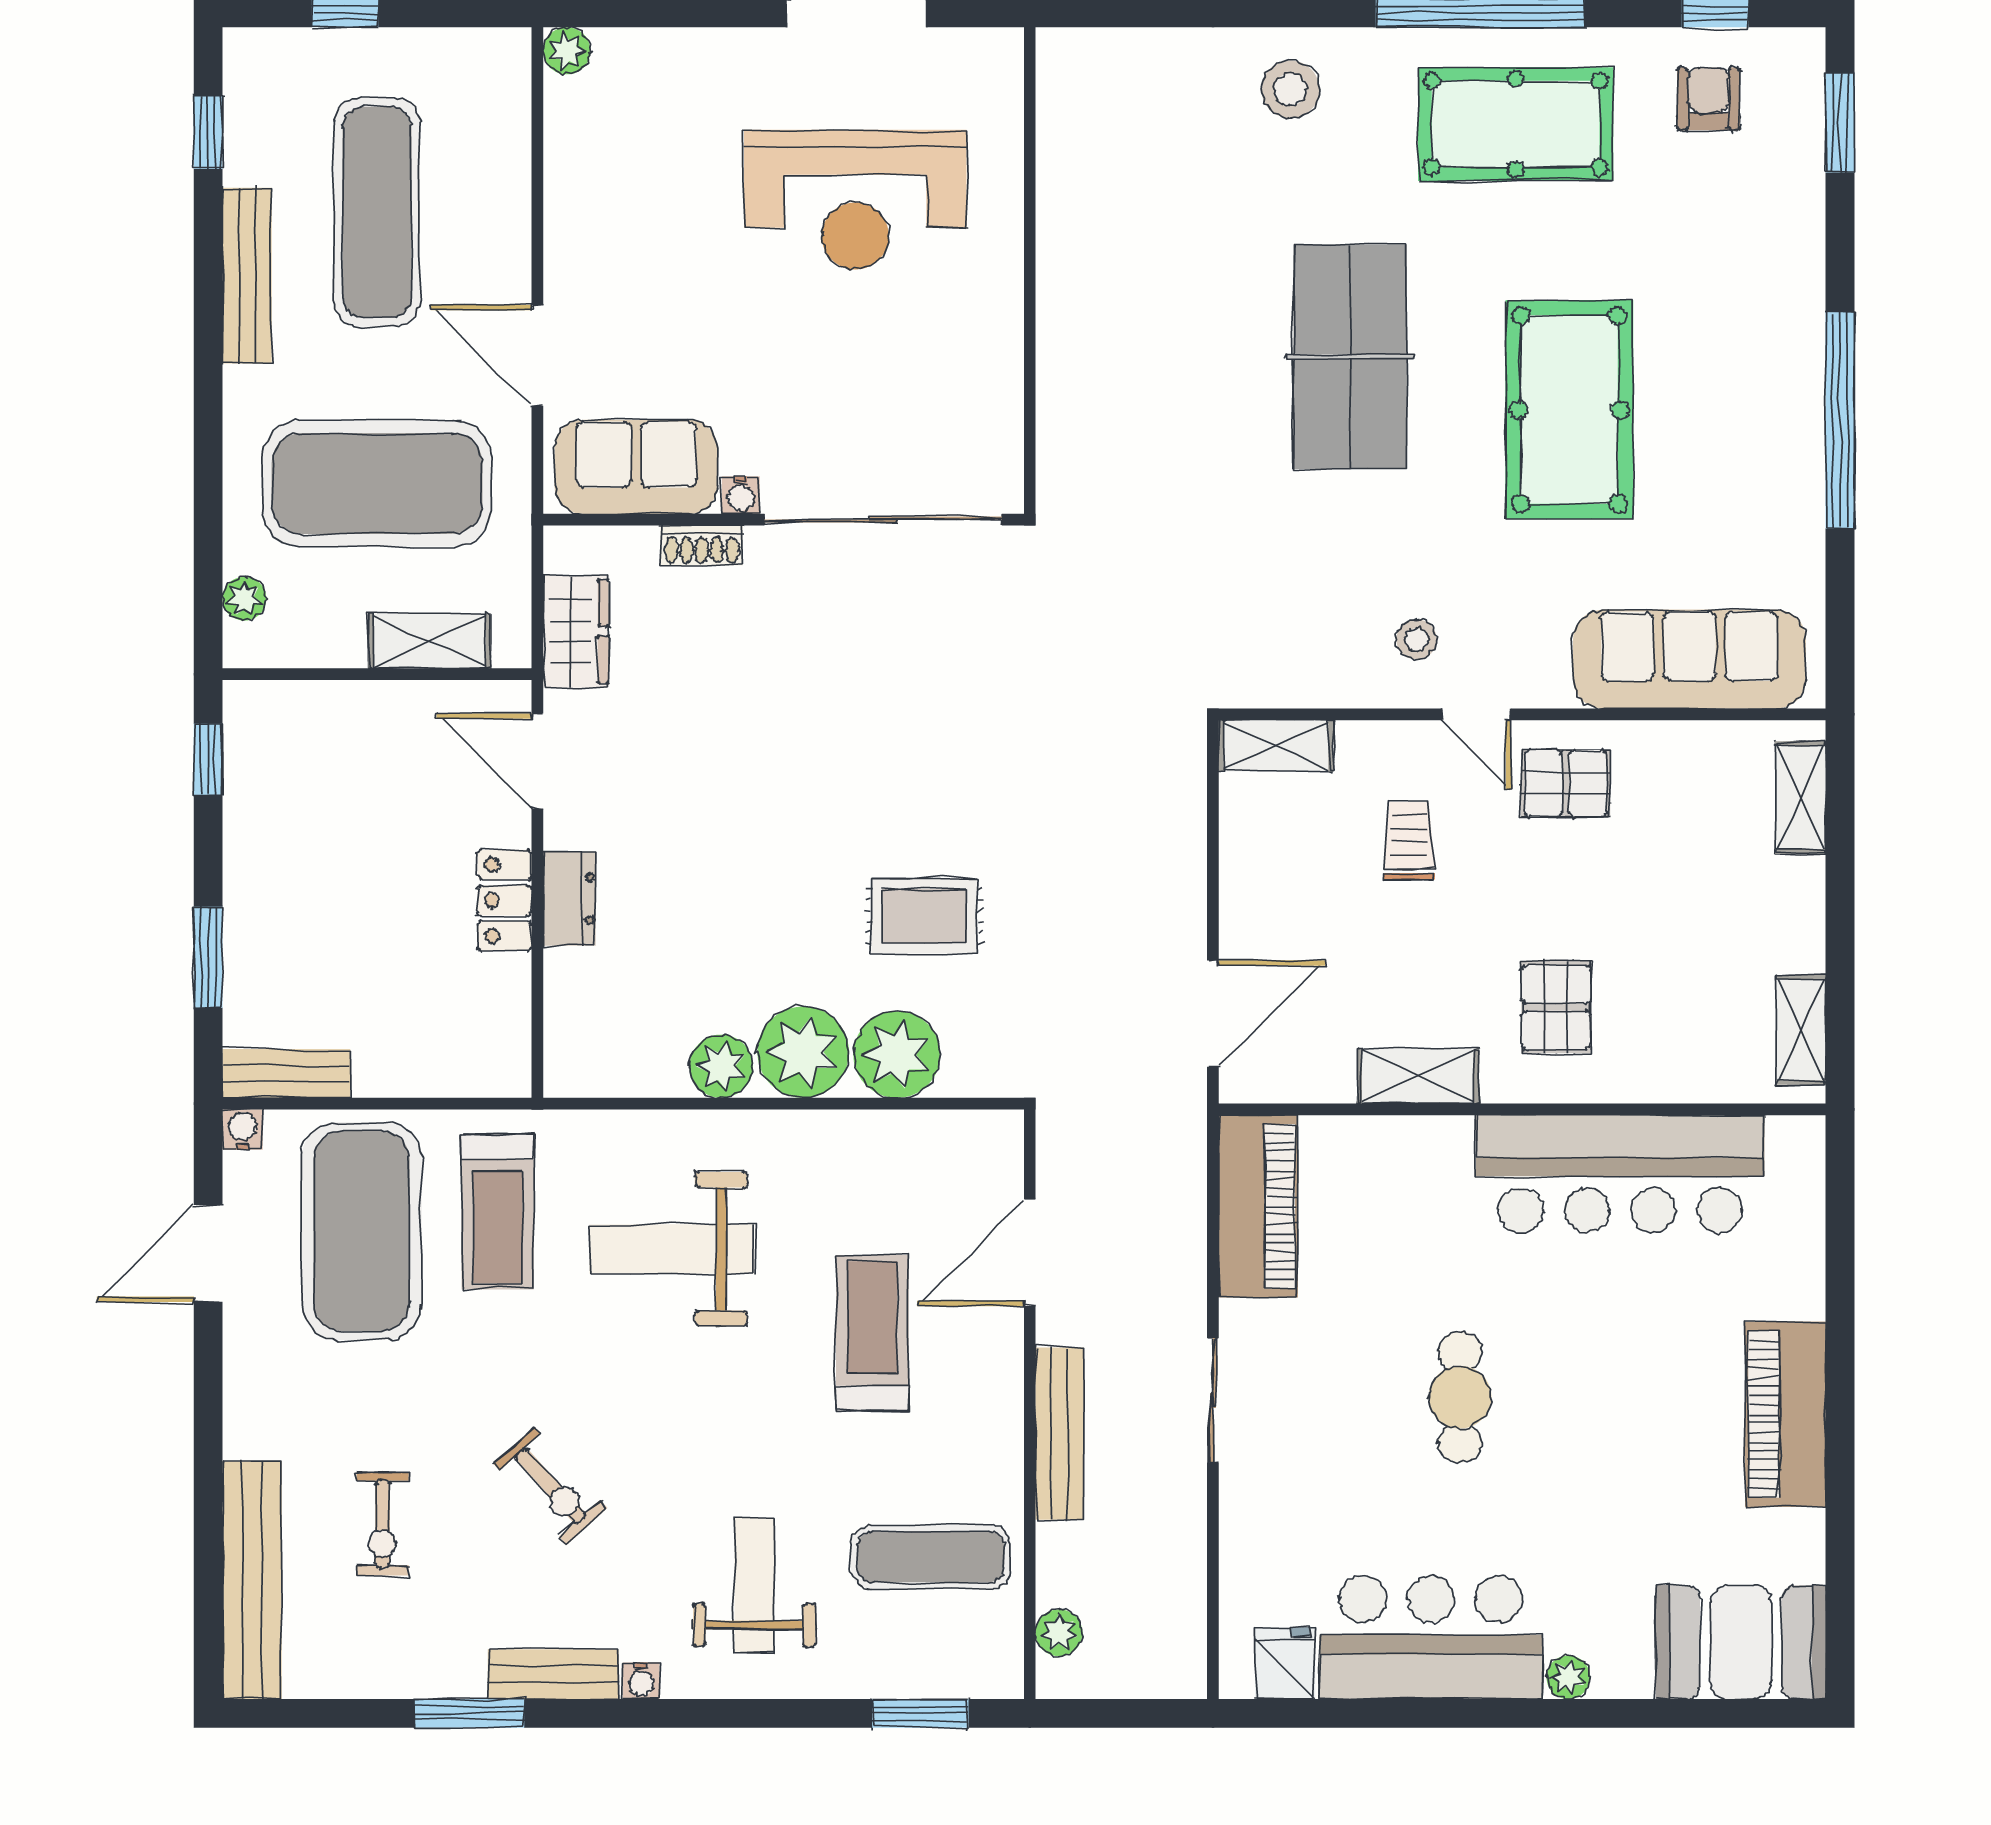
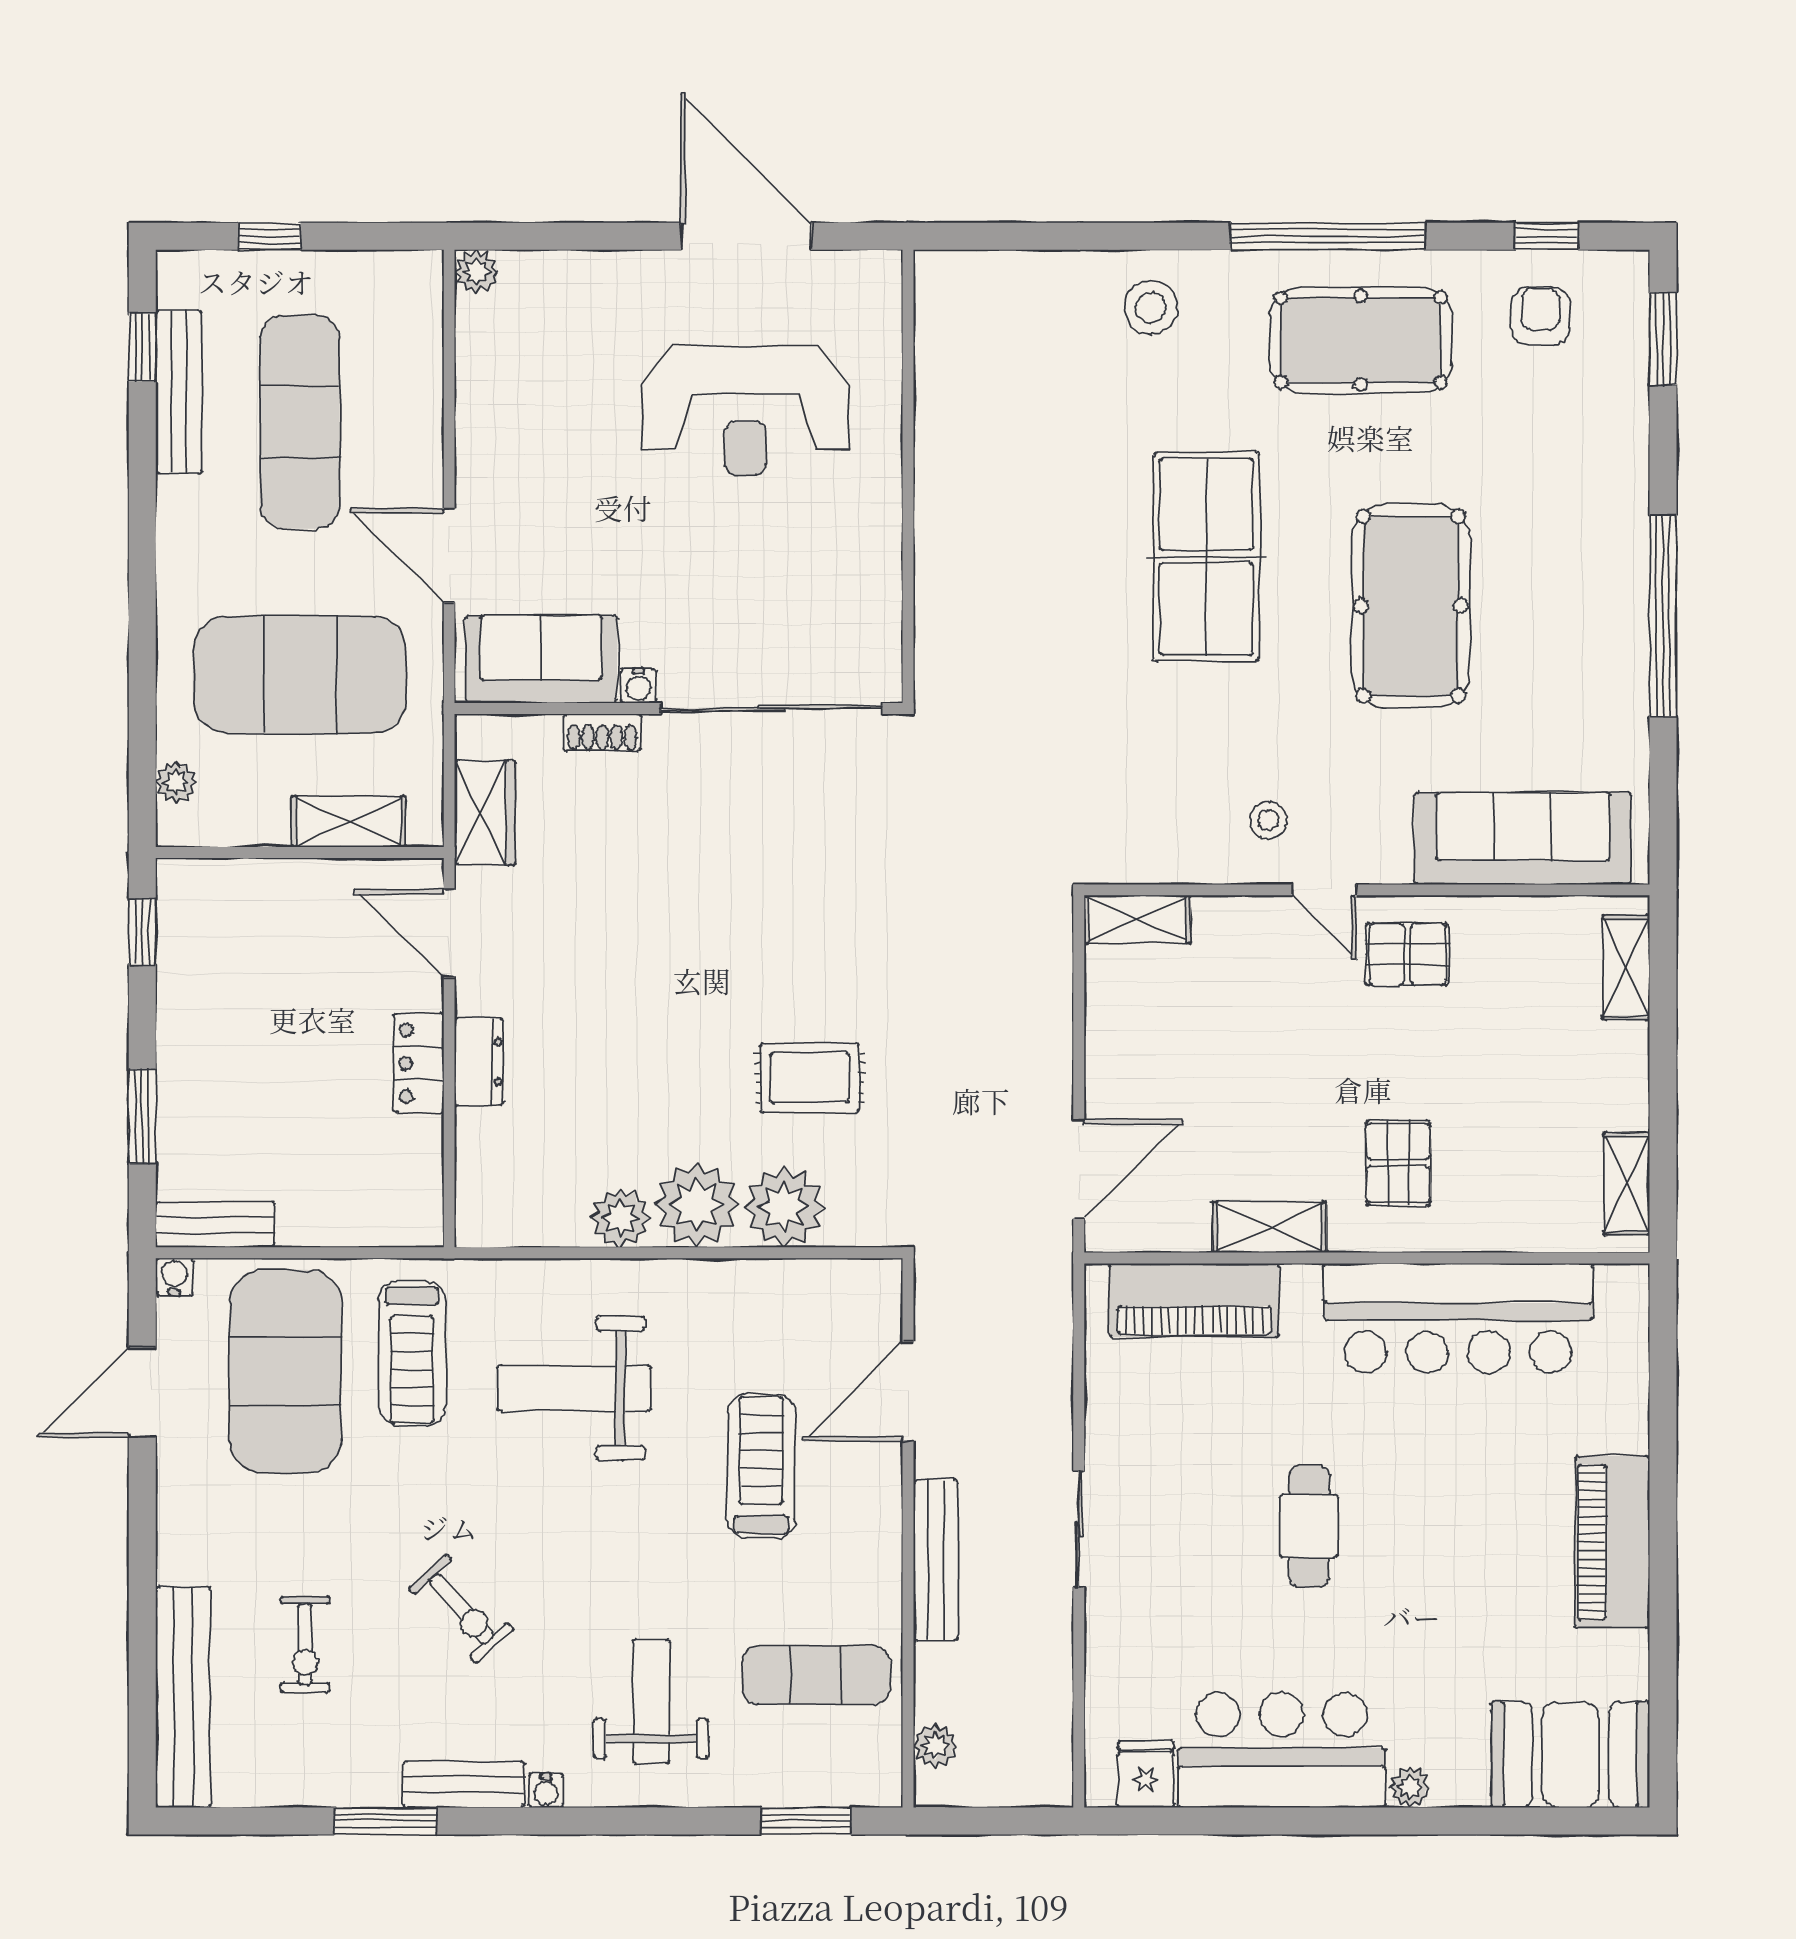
bench: (247, 276) -> (179, 392), moved
trolley: (1409, 841) -> (1262, 1008), removed
piano: (1258, 1206) -> (1194, 1300), moved, turned 90

